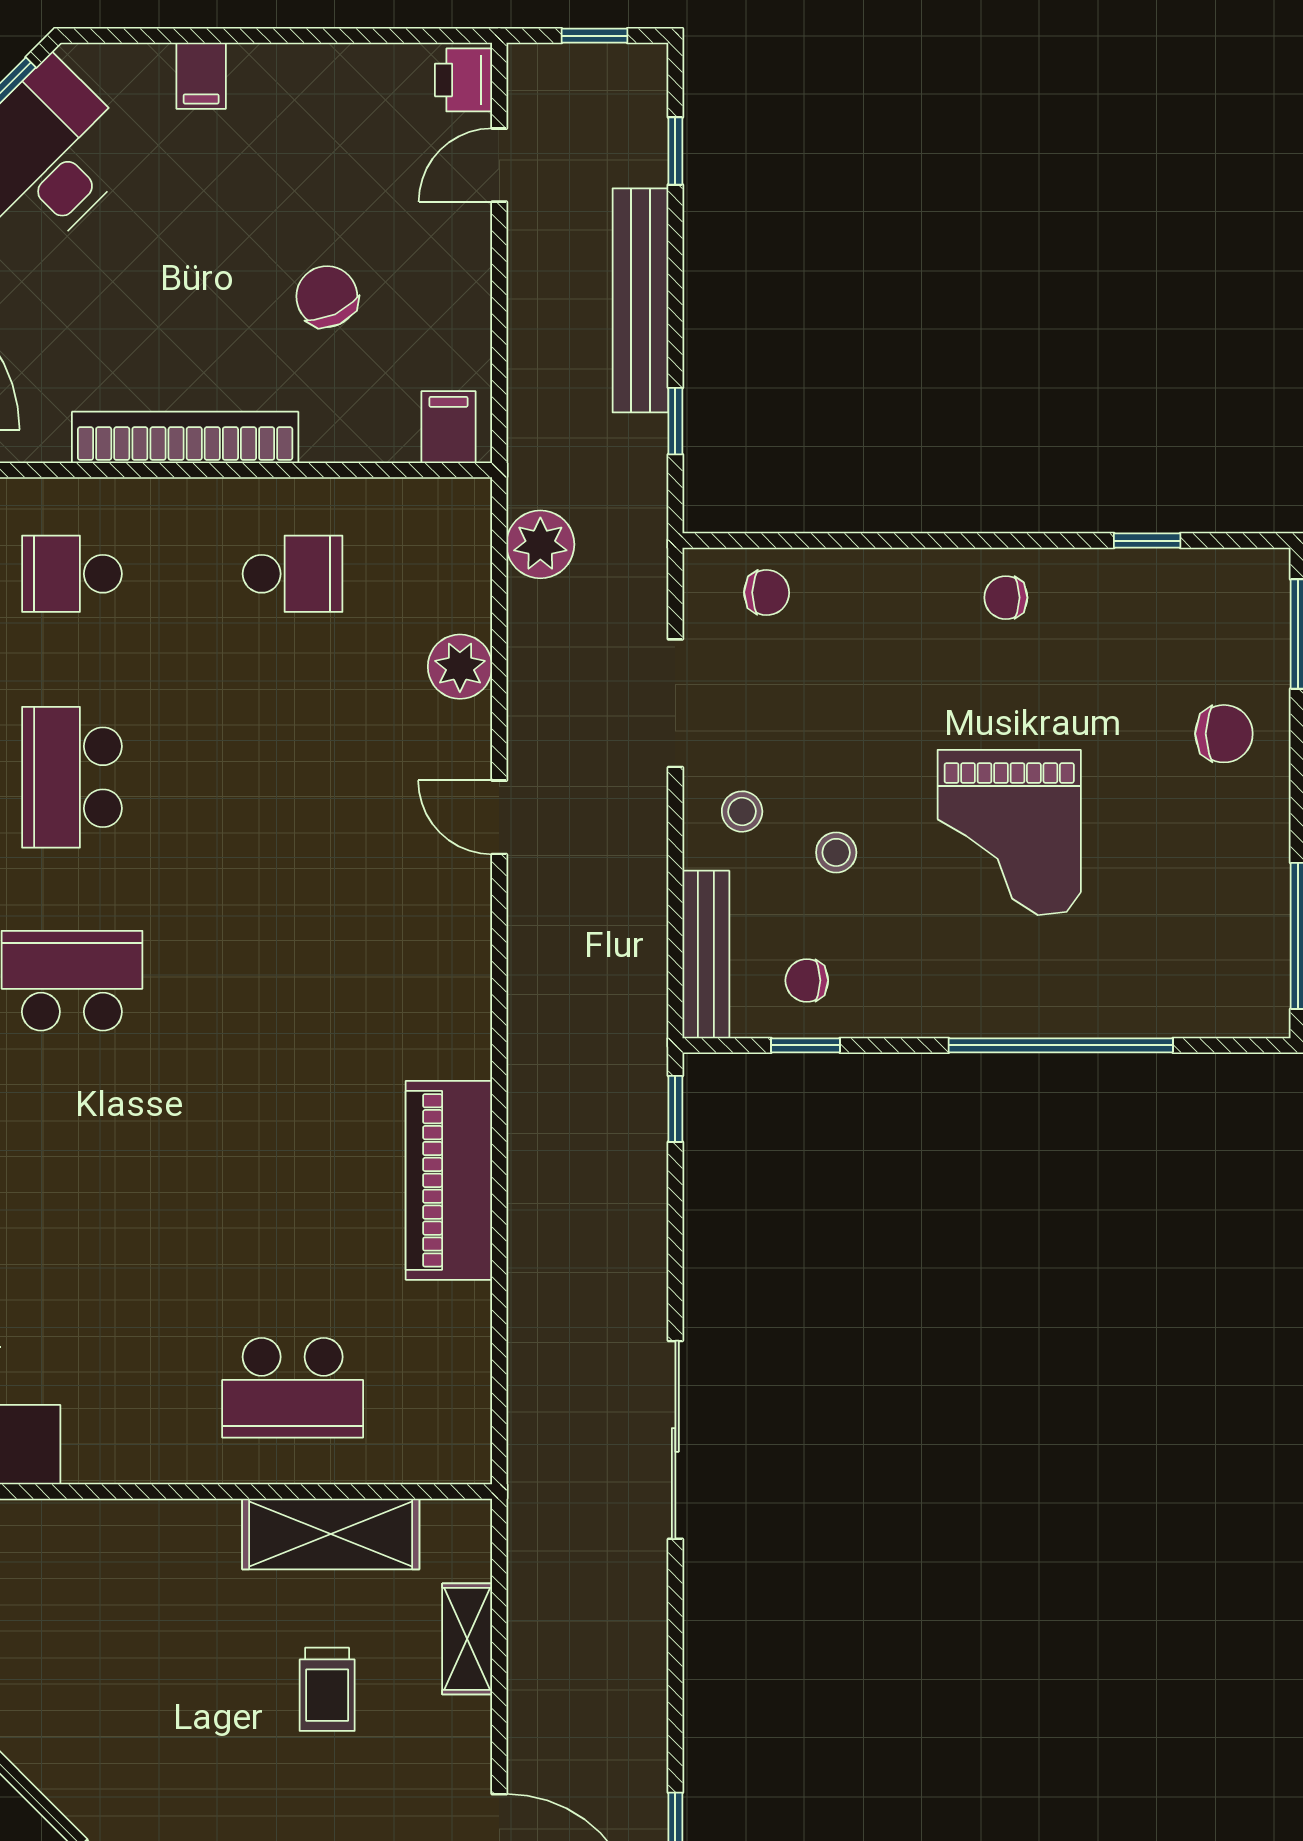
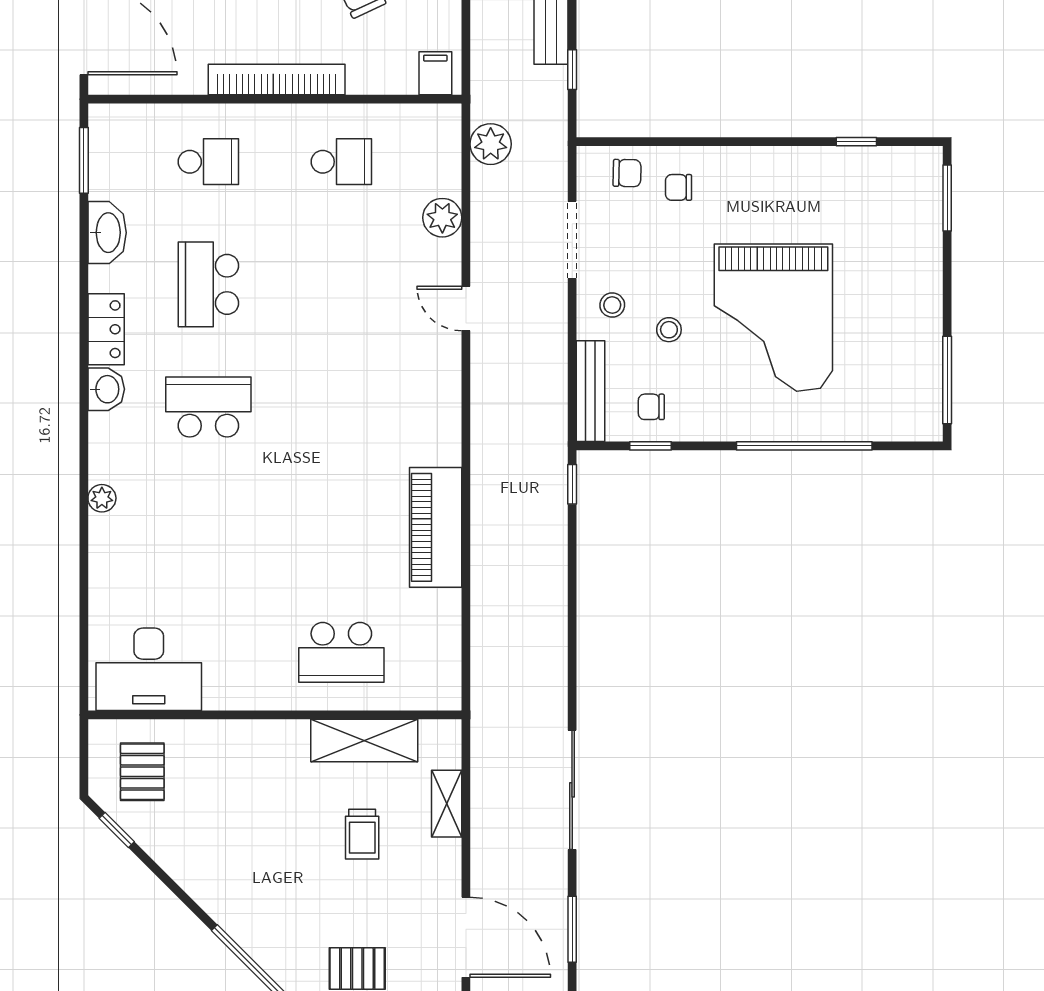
school desk: (72, 574) -> (208, 162), turned 180
chair: (1006, 598) -> (679, 187), moved
chair: (1224, 734) -> (903, 258), removed
grand piano: (1009, 833) -> (773, 318), width x1.37, depth x1.48
sliding door: (675, 1440) -> (572, 790), moved

